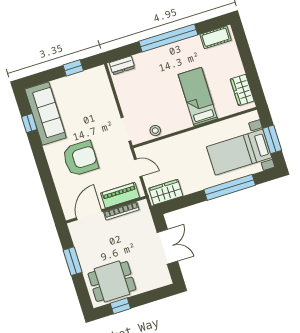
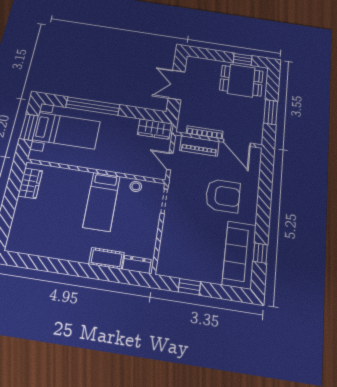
cot: (216, 37) -> (106, 258), moved
window: (168, 38) -> (74, 269), removed
bed: (198, 97) -> (102, 201), moved
armchair: (80, 158) -> (223, 196), turned 180
door: (89, 215) -> (237, 143), hinge flipped

